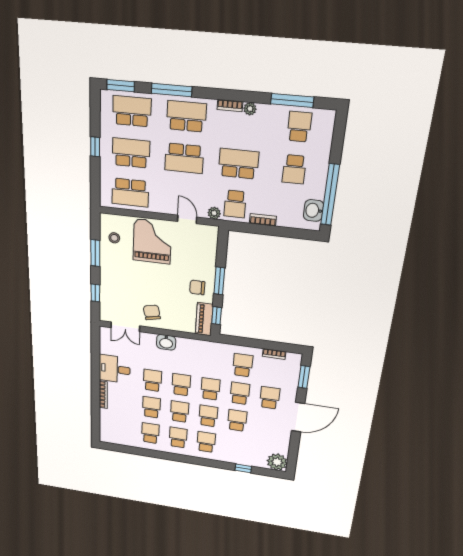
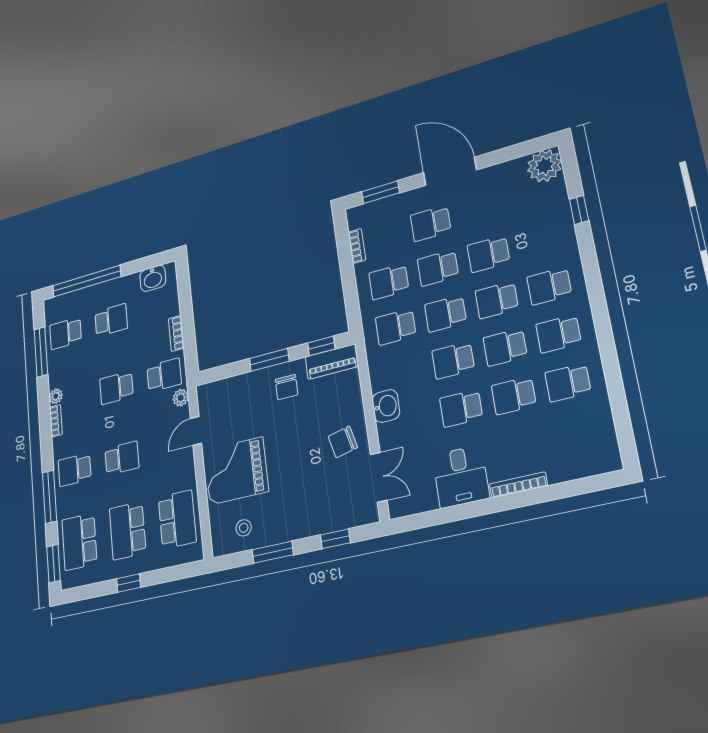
school desk: (186, 116) -> (75, 470), width x0.54
school desk: (184, 158) -> (122, 458), width x0.54
school desk: (239, 164) -> (116, 388), width x0.54
window: (330, 195) -> (87, 281), moved
school desk: (213, 361) -> (396, 327), added

